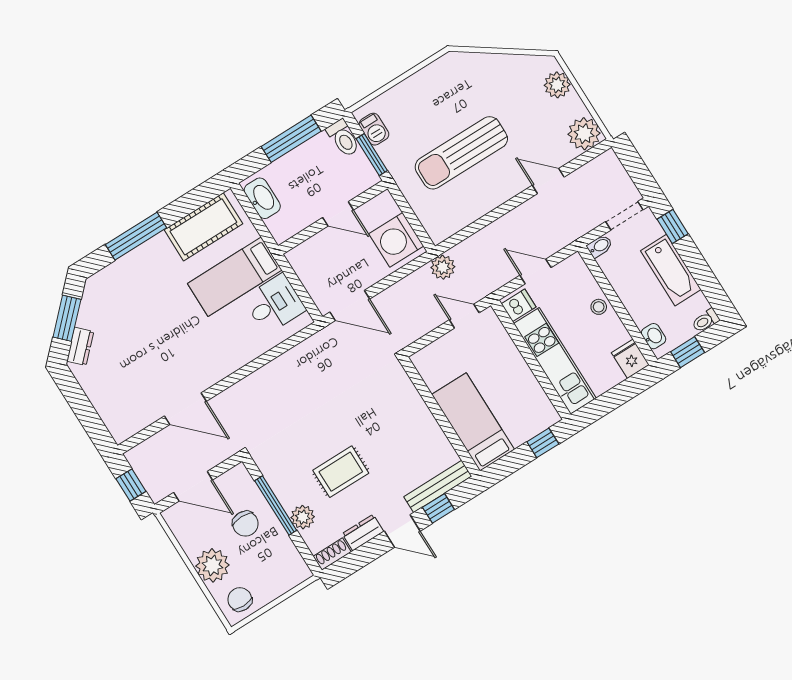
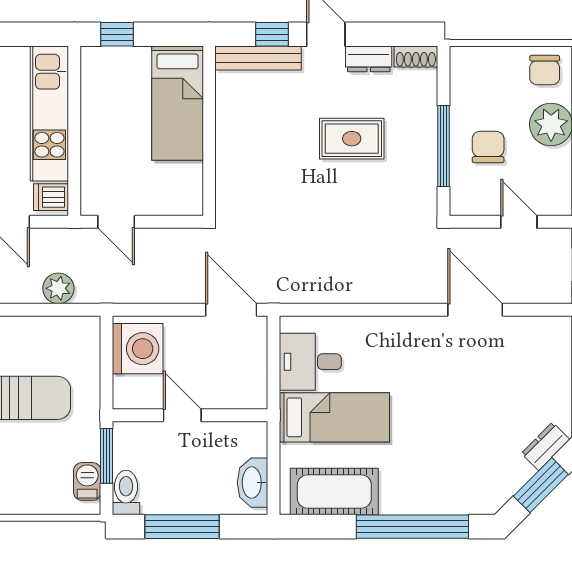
window: (136, 236) -> (412, 527), width x1.46
plant: (443, 267) -> (58, 288), moved
door: (193, 486) -> (519, 222), width x0.73
plant: (303, 517) -> (423, 116), removed

